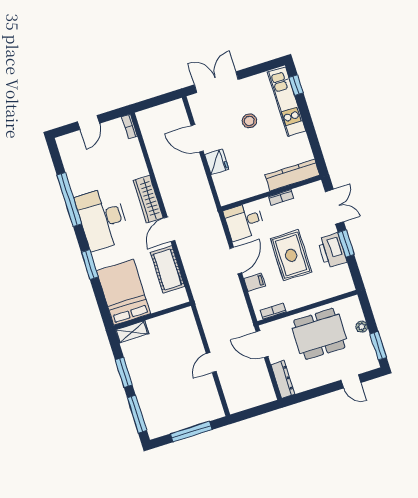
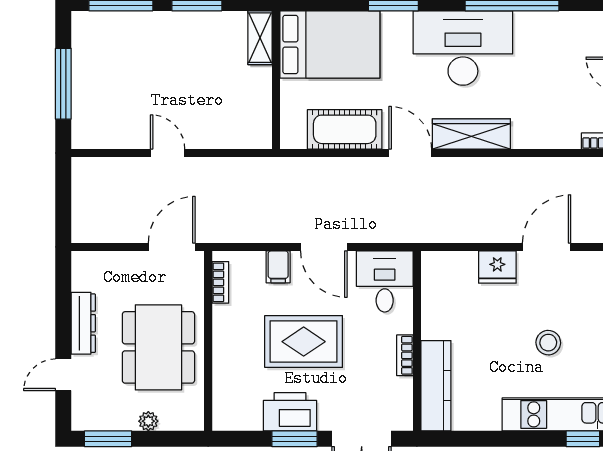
dresser: (283, 379) -> (83, 323), moved, turned -90

